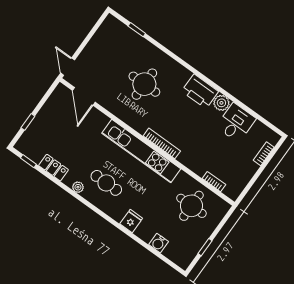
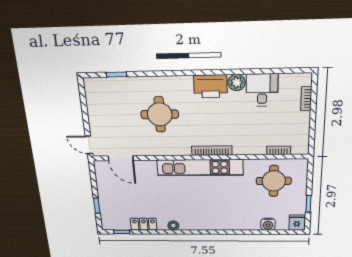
cafe table: (106, 183) -> (192, 209), removed
fridge: (131, 221) -> (297, 223), moved

